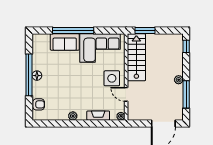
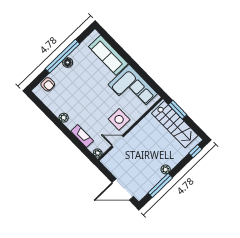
window: (73, 31) -> (126, 57), removed
sofa: (65, 42) -> (108, 55), width x1.36
stairs: (136, 57) -> (175, 124), moved, turned 90
door: (126, 94) -> (118, 141), hinge flipped

